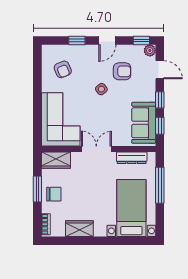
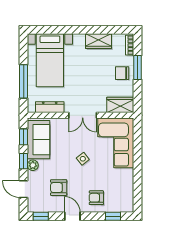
window: (77, 41) -> (113, 216), moved
door: (107, 41) -> (72, 216), hinge flipped
plant: (150, 51) -> (33, 165), moved
armchair: (63, 69) -> (96, 198), moved, turned -67
side table: (101, 89) -> (83, 159), moved
window: (37, 189) -> (138, 68), moved

